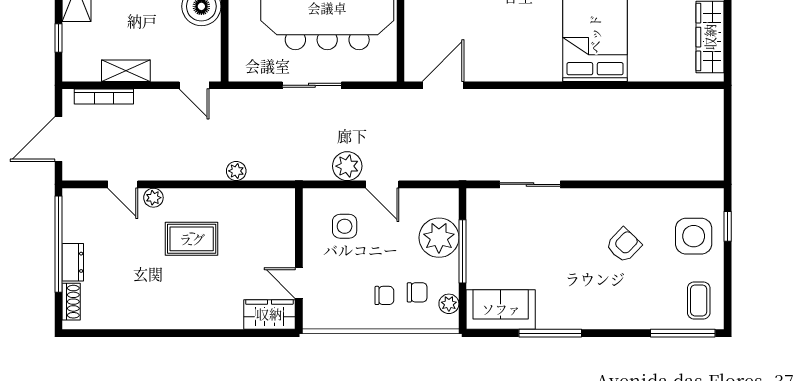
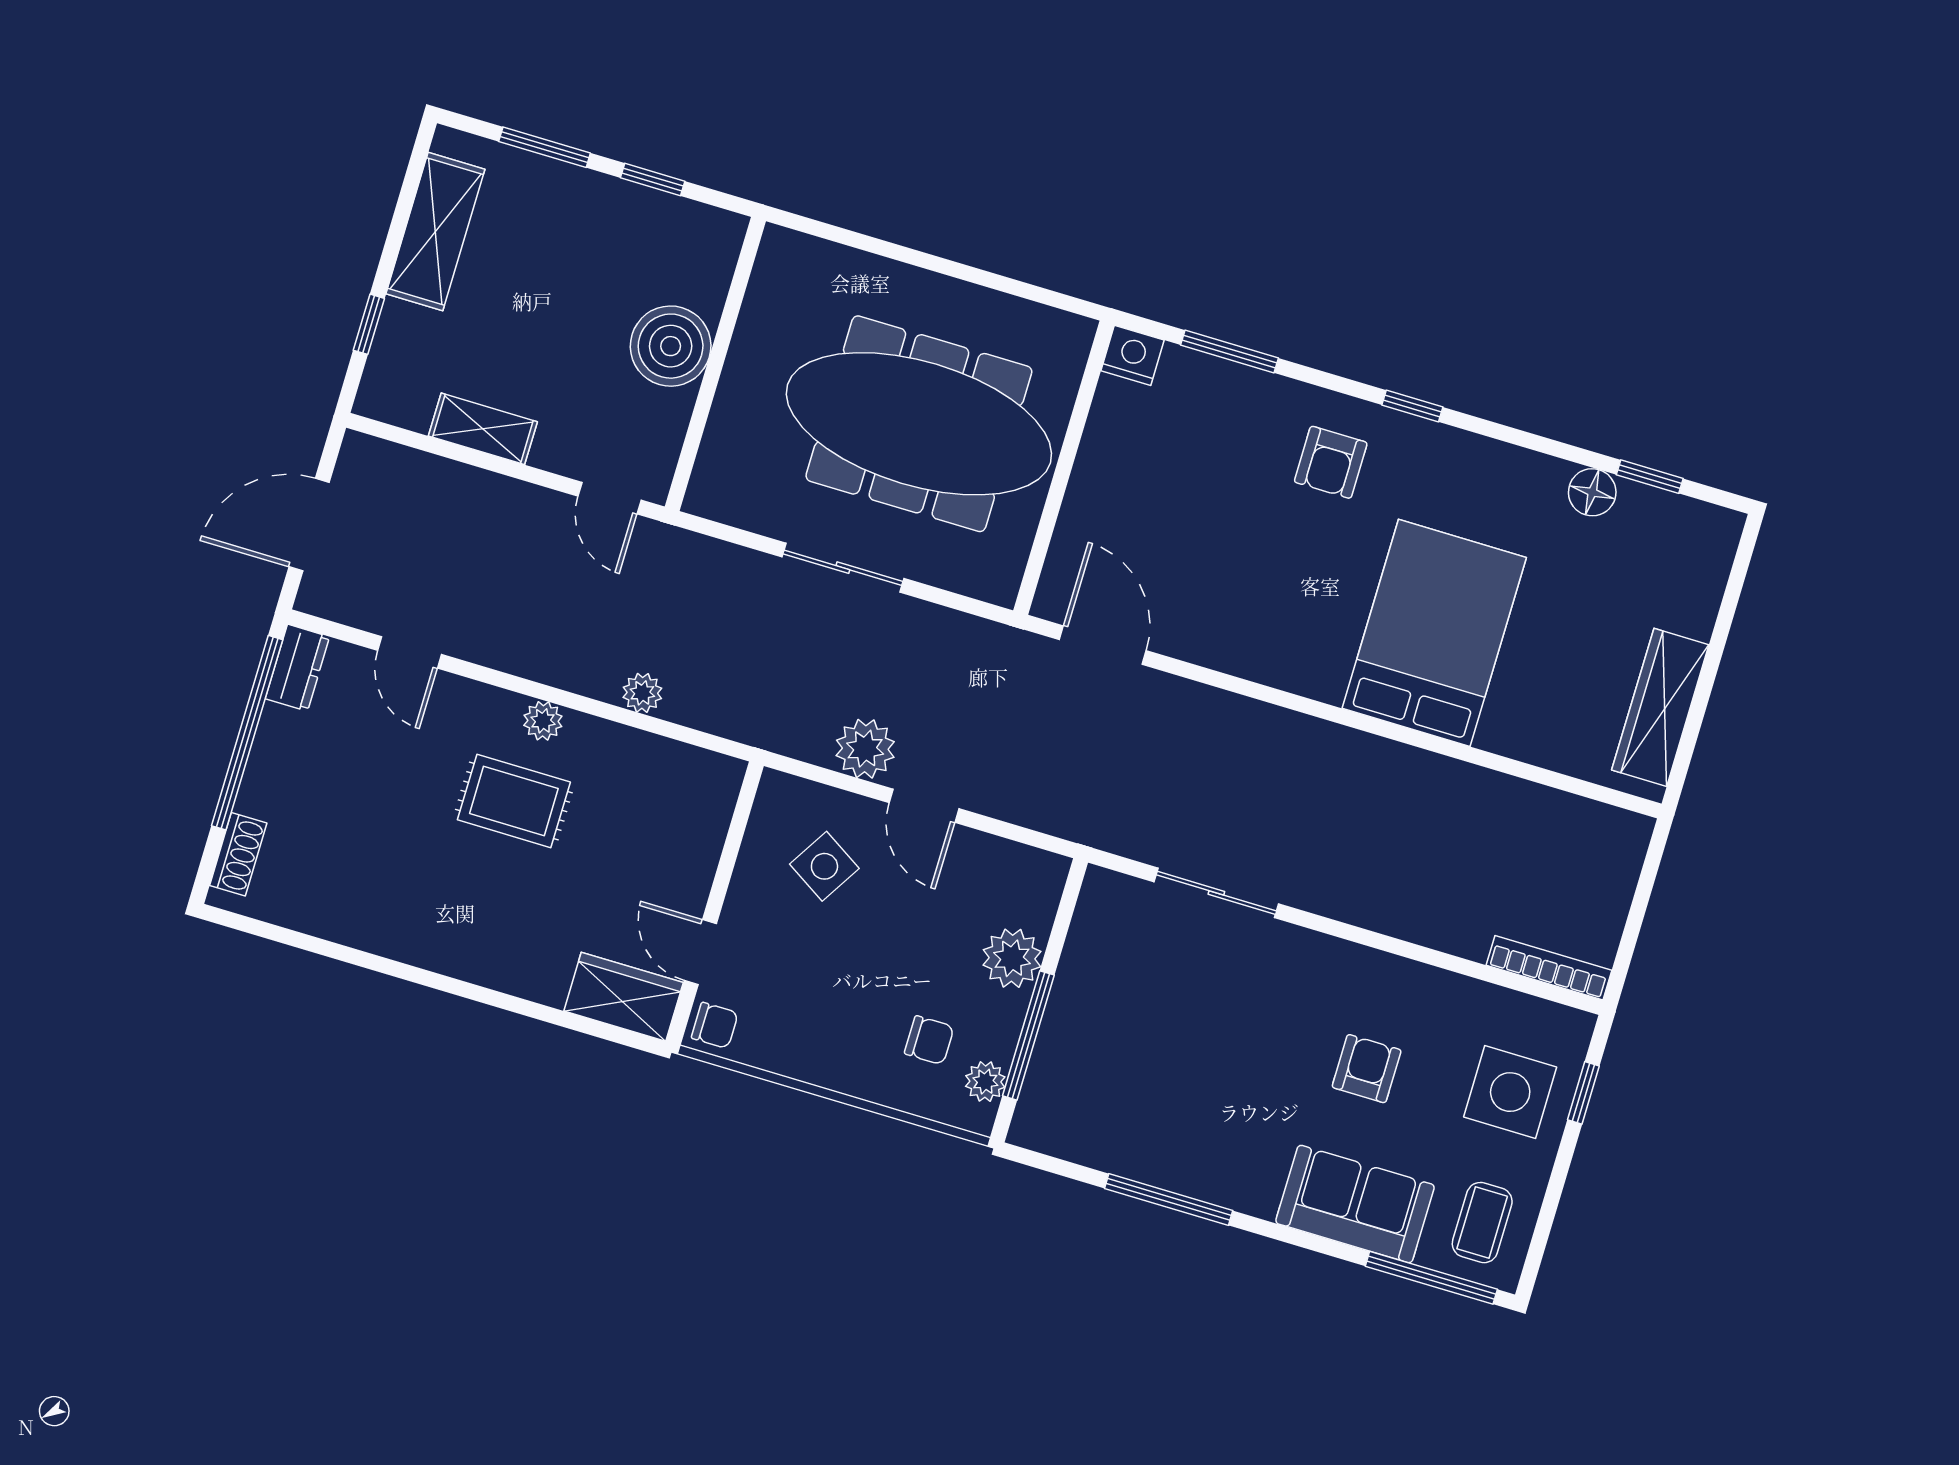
door: (443, 85) -> (1103, 645), hinge flipped
bookcase: (104, 97) -> (1549, 968), moved, turned 180
plant: (153, 198) -> (543, 721), moved
side table: (345, 226) -> (824, 866), turned 32
plant: (439, 238) -> (1012, 958), width x0.73, depth x0.73
armchair: (624, 245) -> (1367, 1069), turned -44
window: (462, 251) -> (1028, 1035), moved
dresser: (73, 262) -> (297, 668), moved
chair: (384, 295) -> (715, 1025), moved
sofa: (501, 309) -> (1355, 1204), moved

